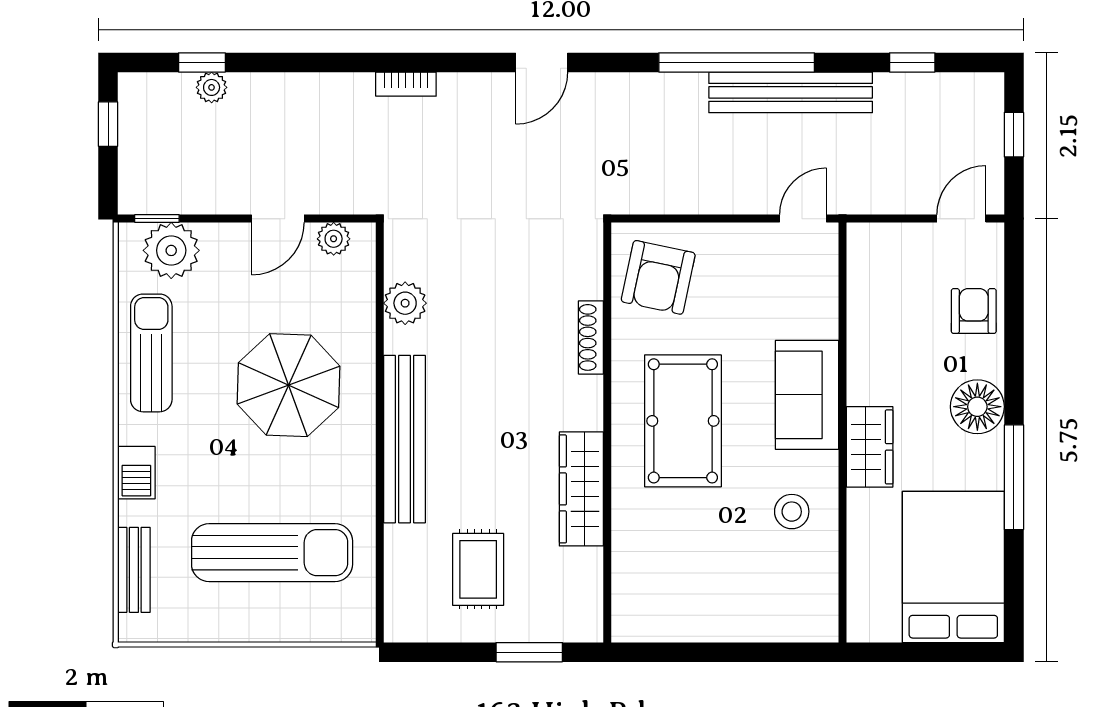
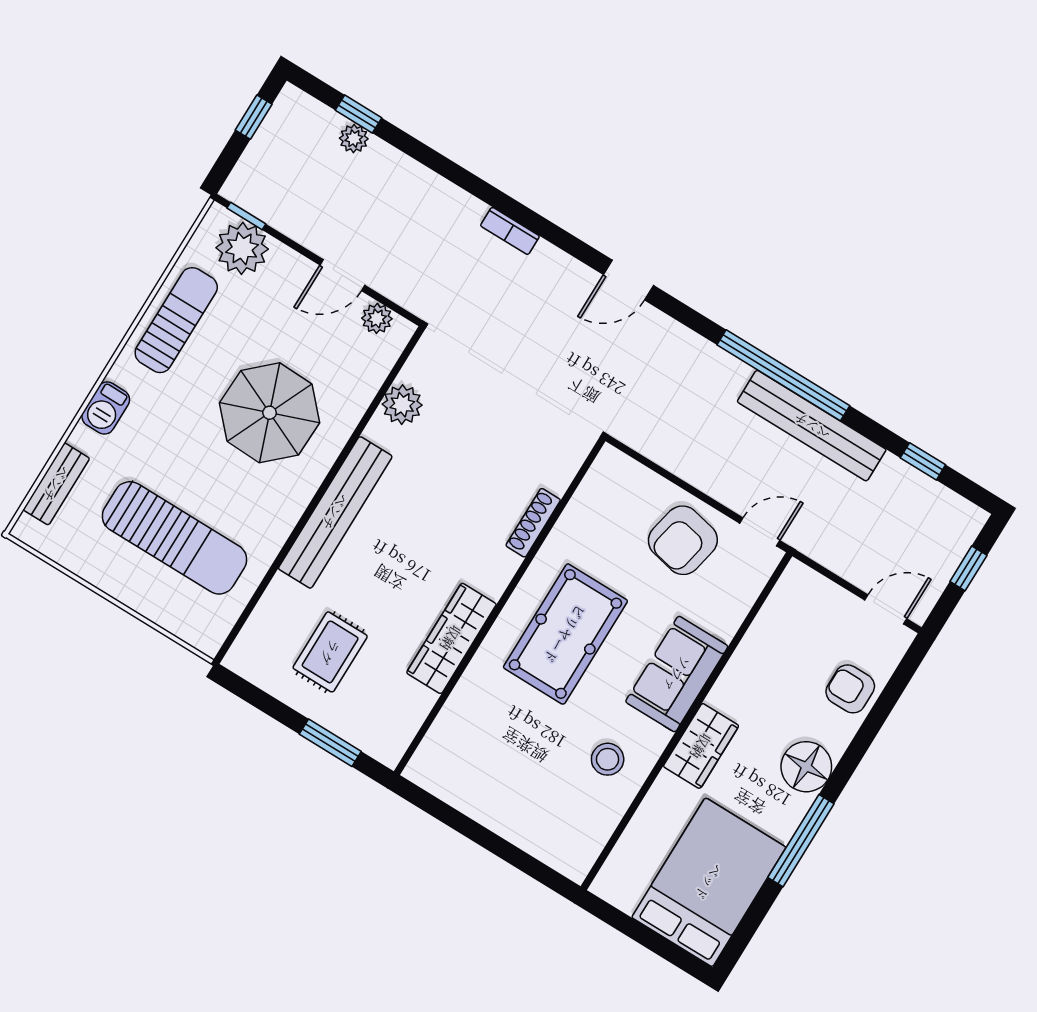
armchair: (658, 277) -> (683, 540), moved
armchair: (974, 311) -> (850, 689), turned -90

